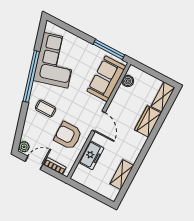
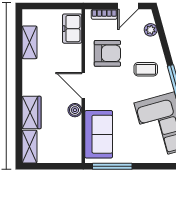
boiler: (128, 81) -> (75, 110), moved
plant: (24, 147) -> (151, 30), moved
freezer: (91, 155) -> (72, 29), moved

